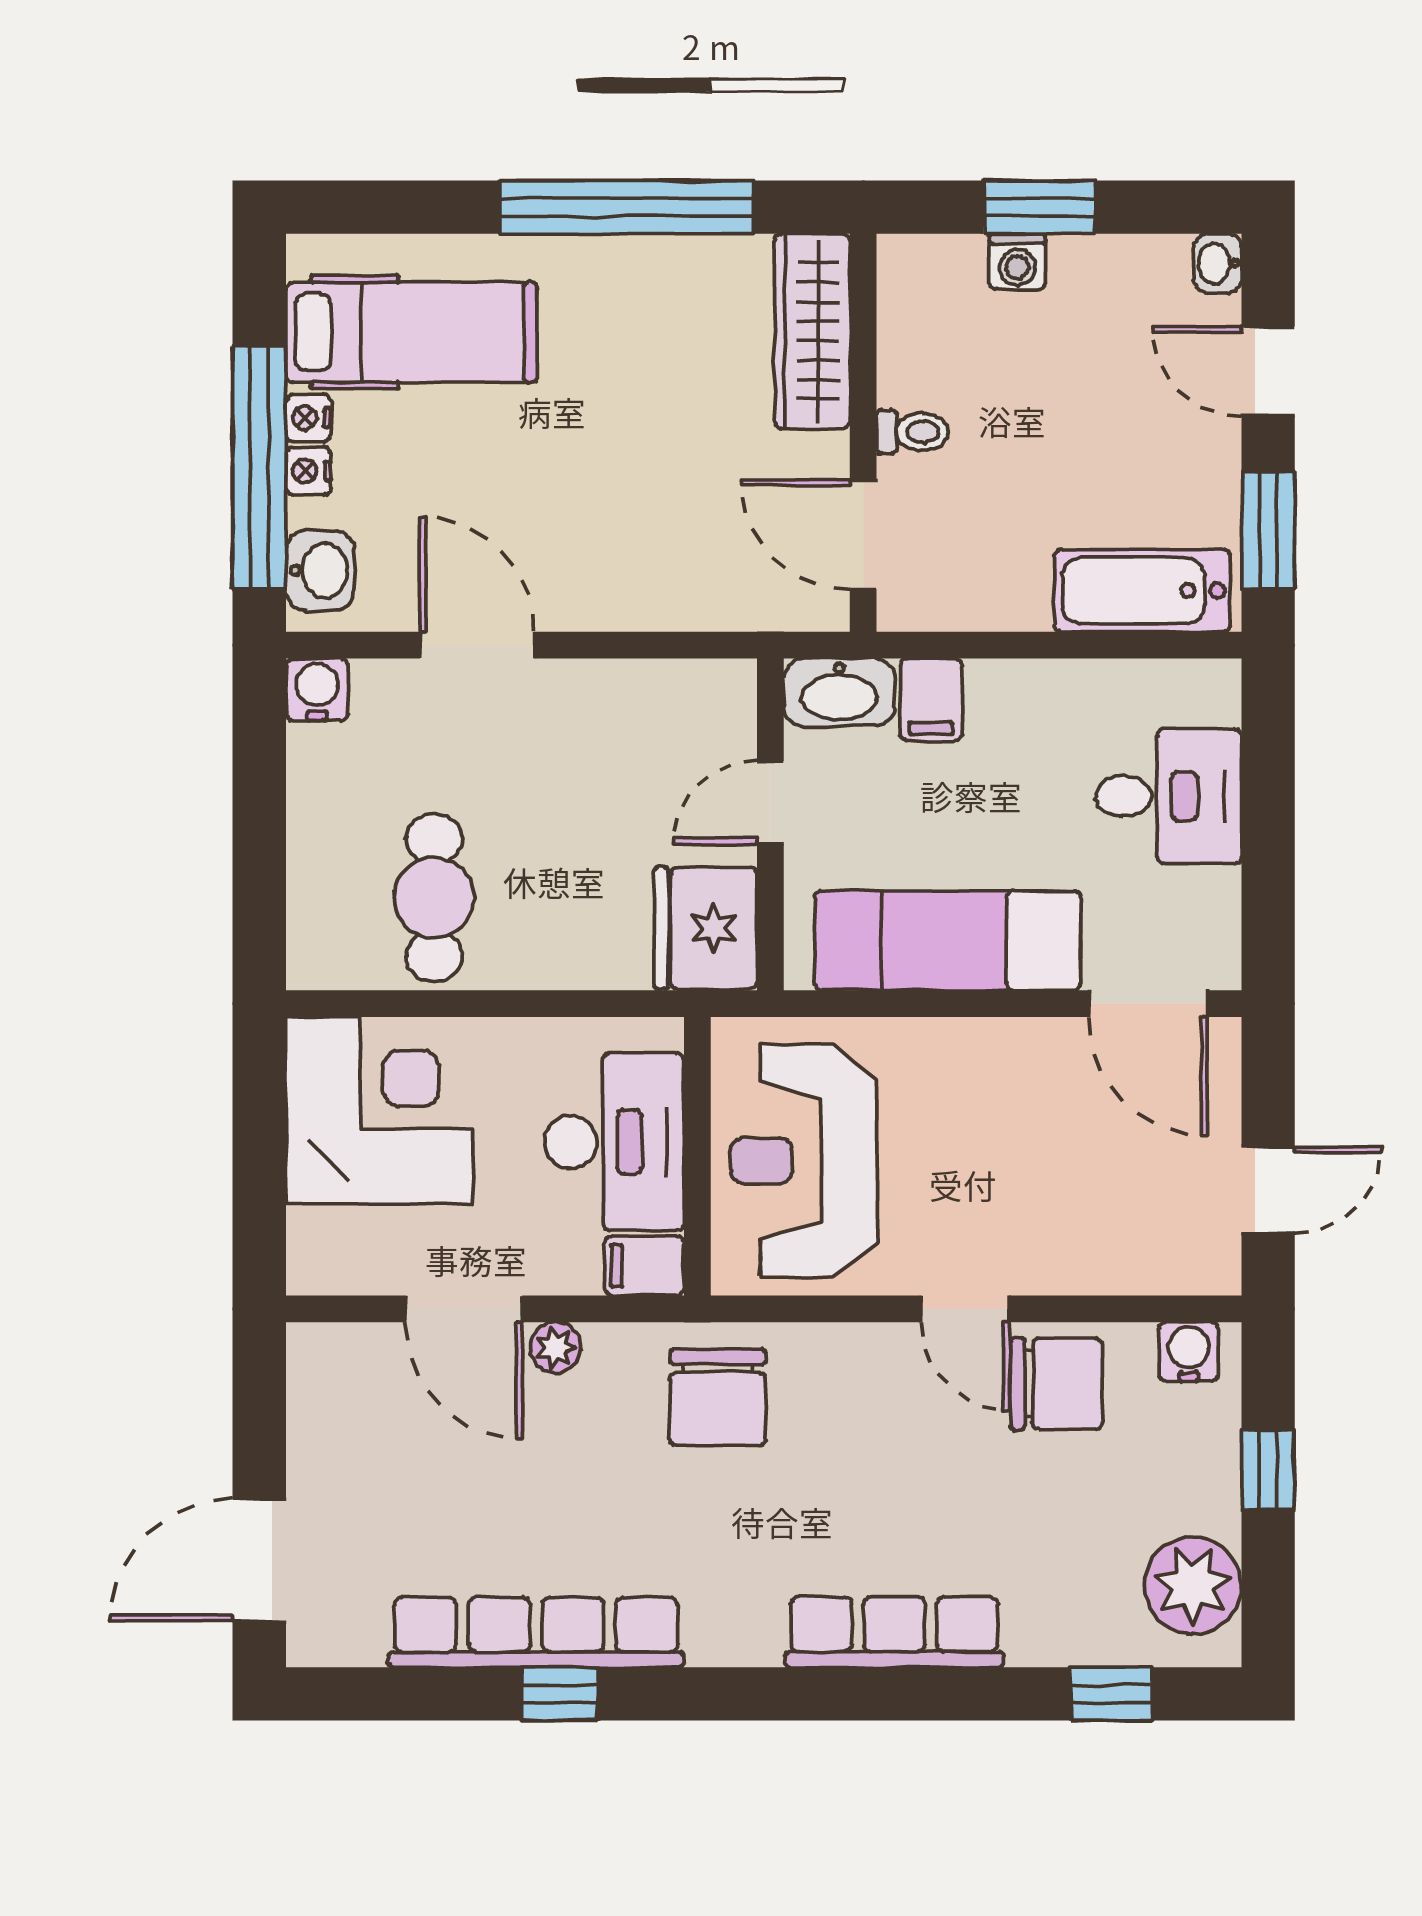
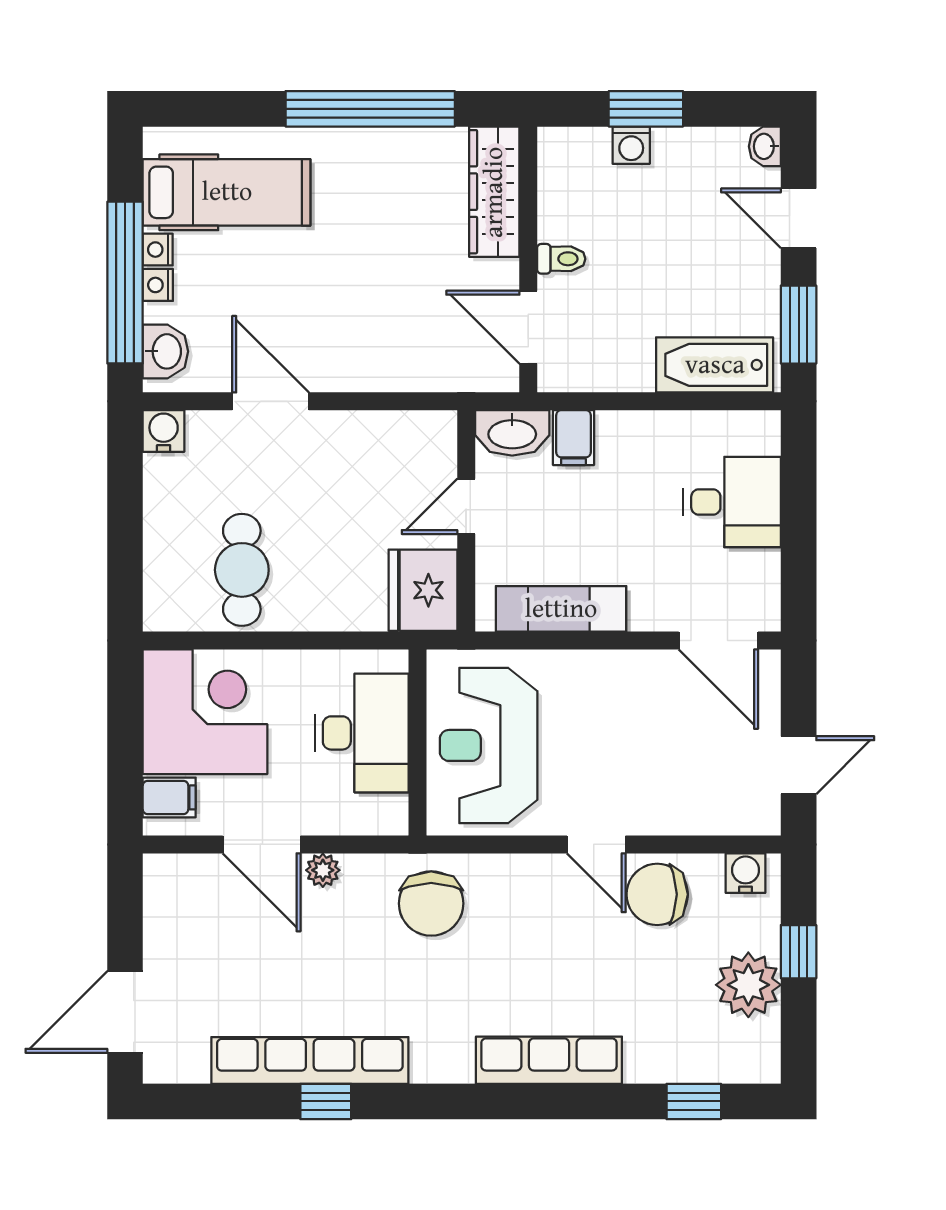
exam couch: (948, 941) -> (561, 609), width x0.73, depth x0.69
filing cabinet: (644, 1266) -> (169, 797), moved, turned 180
chair: (1056, 1384) -> (657, 894), turned 180
plant: (1193, 1586) -> (748, 985), moved

